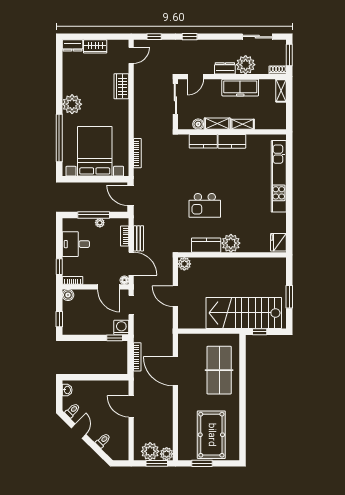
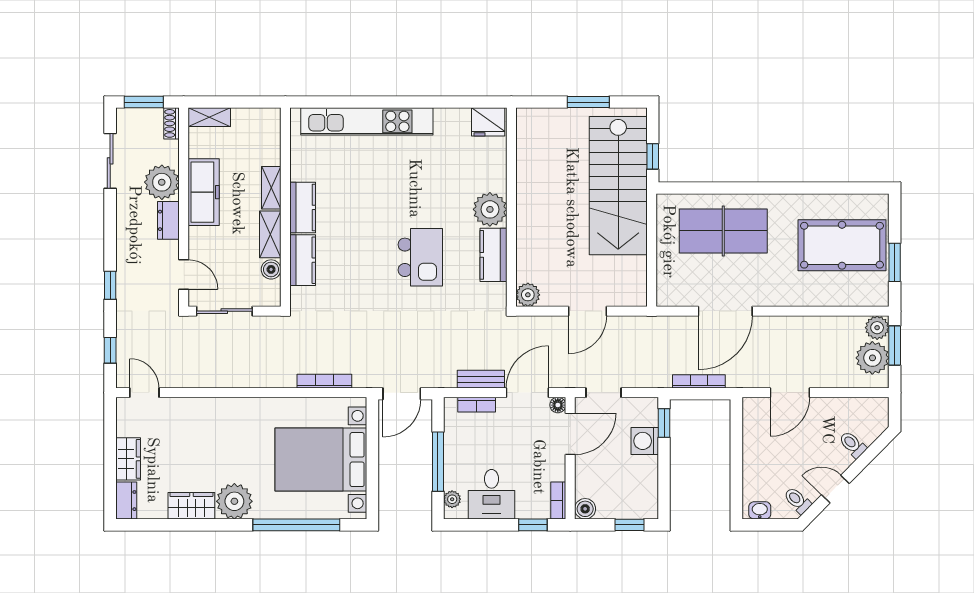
wardrobe: (121, 86) -> (191, 506), moved, turned 180
plant: (100, 223) -> (452, 499), moved
washing machine: (121, 327) -> (645, 441), moved

